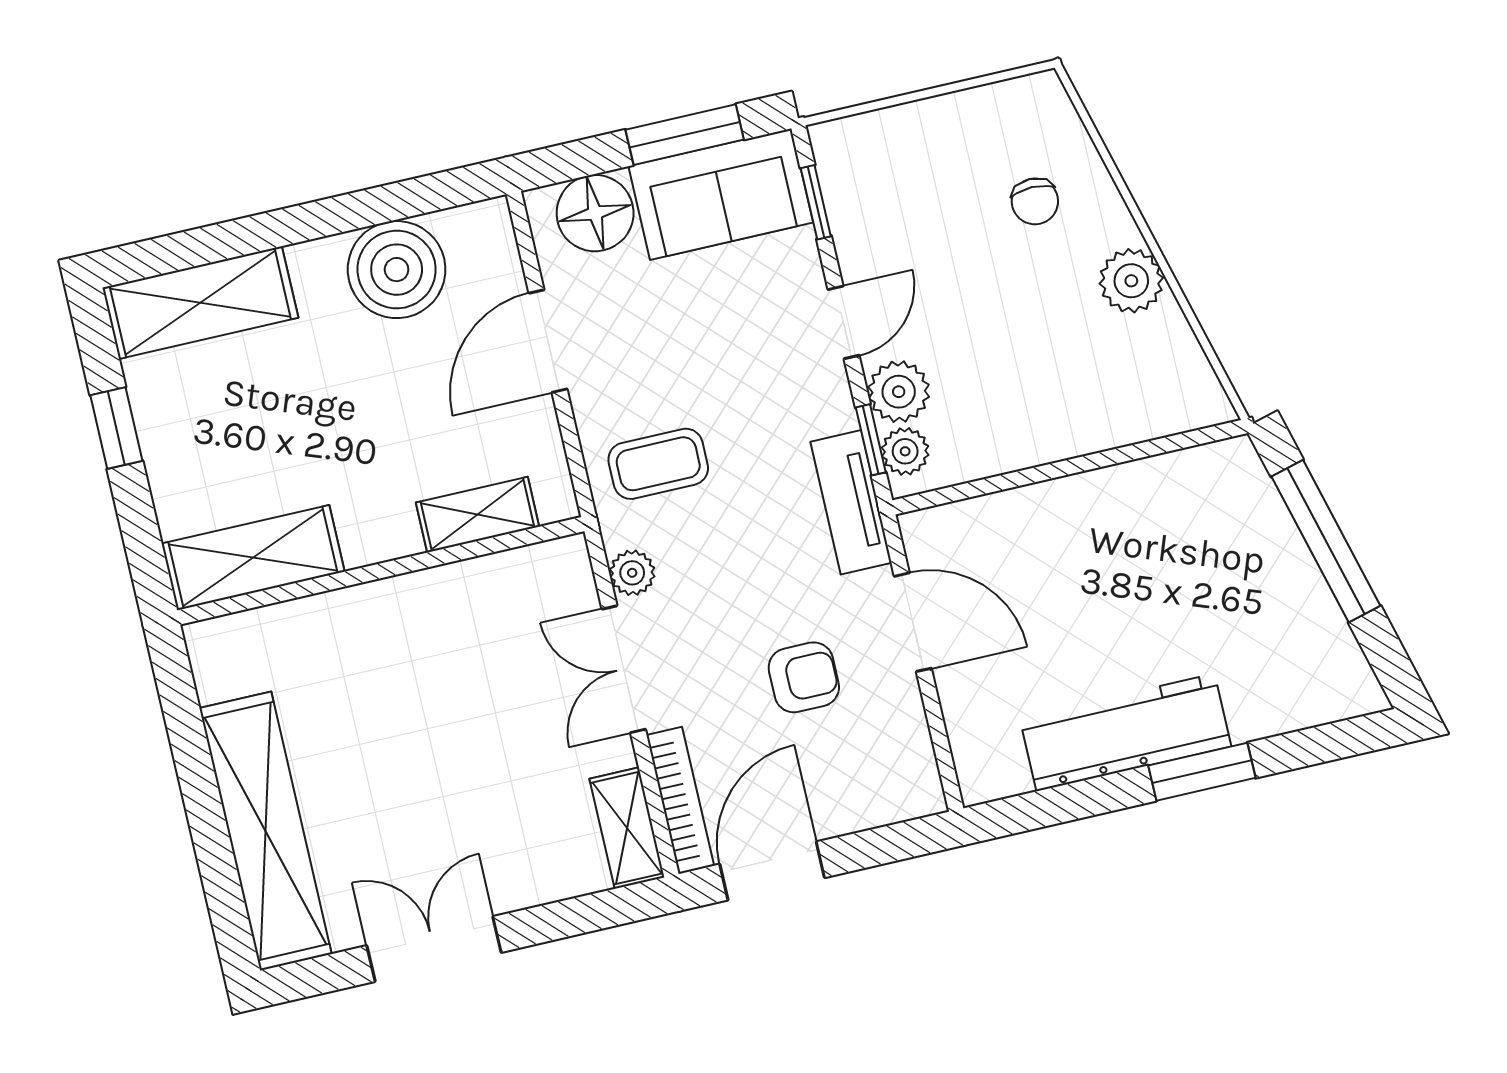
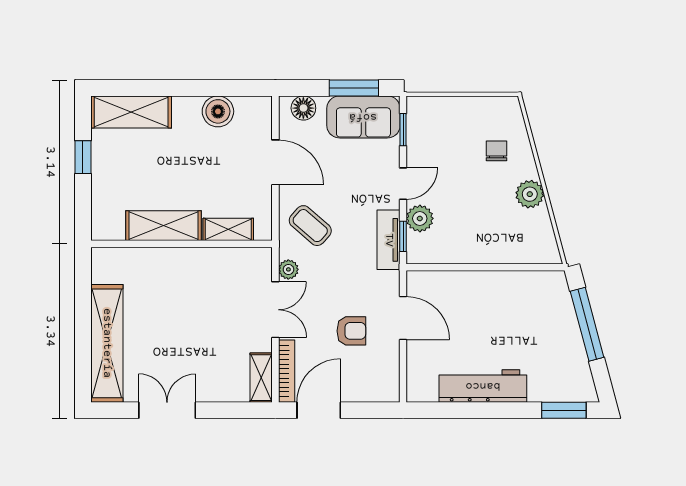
chair: (1035, 201) -> (497, 151), turned 180
floor lamp: (595, 213) -> (303, 108), width x0.73, depth x0.73
boiler: (397, 270) -> (218, 111), width x0.73, depth x0.73
door: (548, 341) -> (275, 162), swing flipped
plant: (905, 451) -> (417, 245), removed
coffee table: (658, 464) -> (310, 226), turned 41
tv unit: (851, 502) -> (389, 240), moved
shelving: (253, 558) -> (164, 226), moved
double door: (624, 669) -> (275, 310), swing flipped
window: (1202, 772) -> (564, 410), moved

